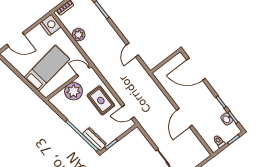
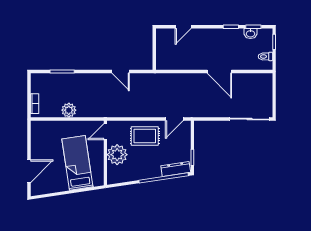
nightstand: (50, 25) -> (40, 129), removed
door: (196, 69) -> (183, 27), width x0.53

